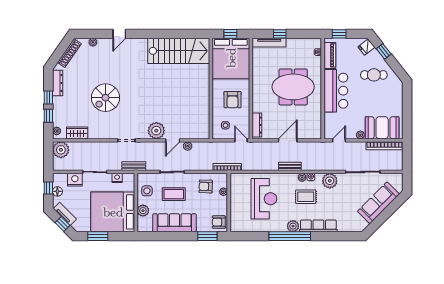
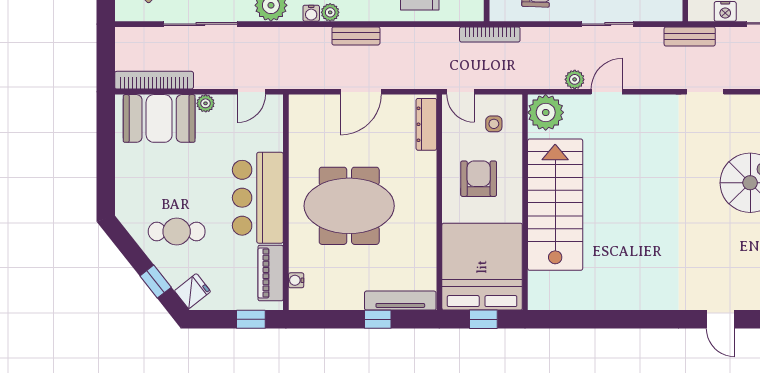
door: (119, 34) -> (720, 319), swing flipped
stairs: (179, 51) -> (555, 205), moved, turned 90
plant: (156, 131) -> (546, 112), moved

